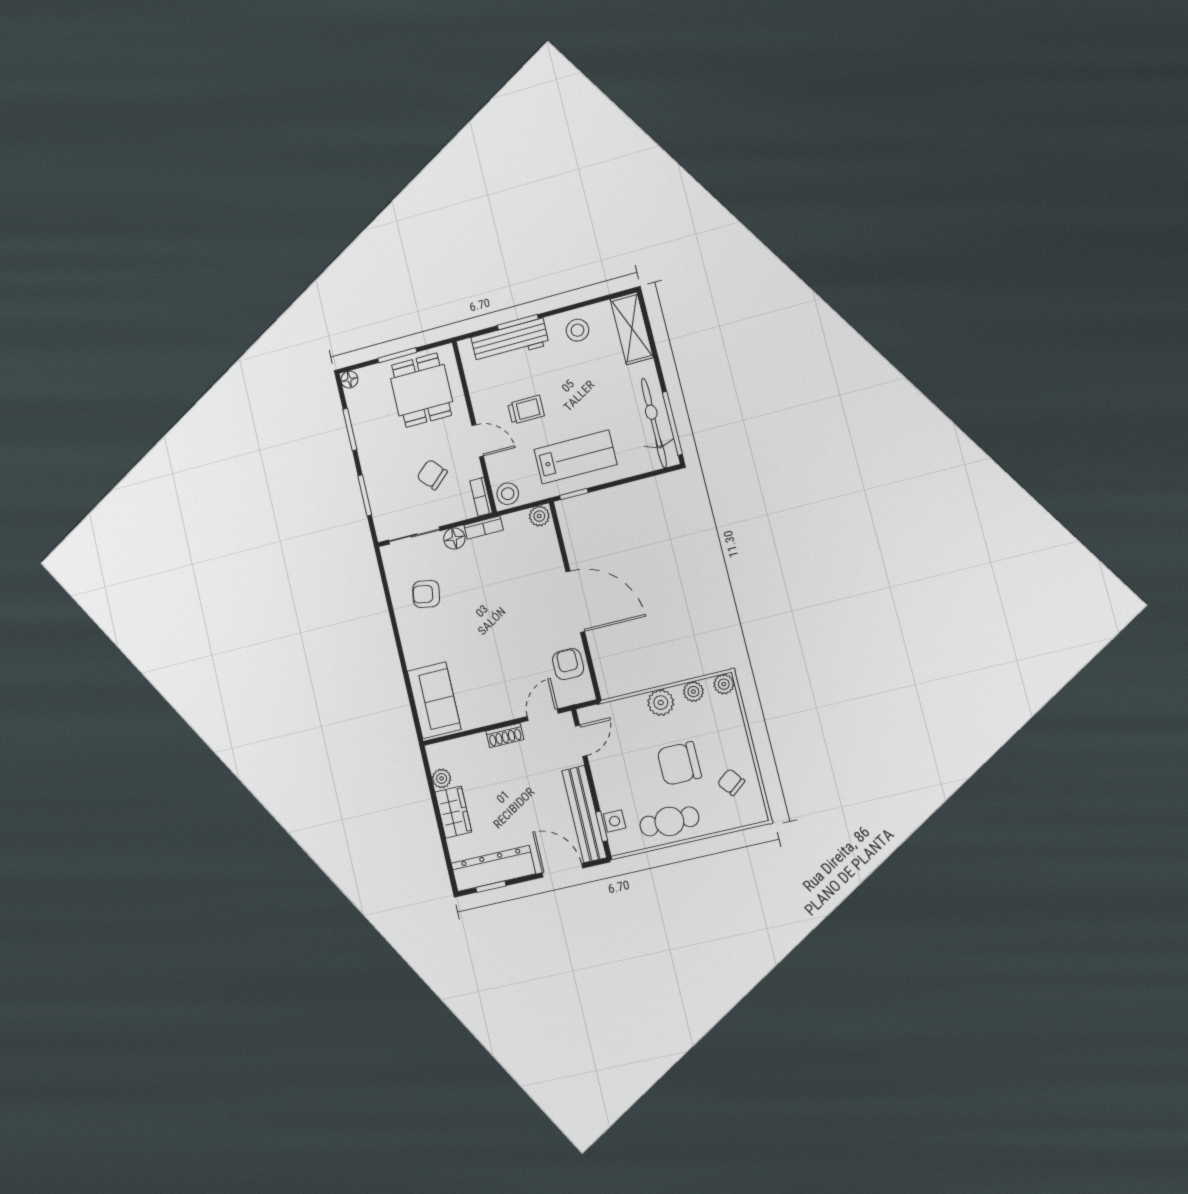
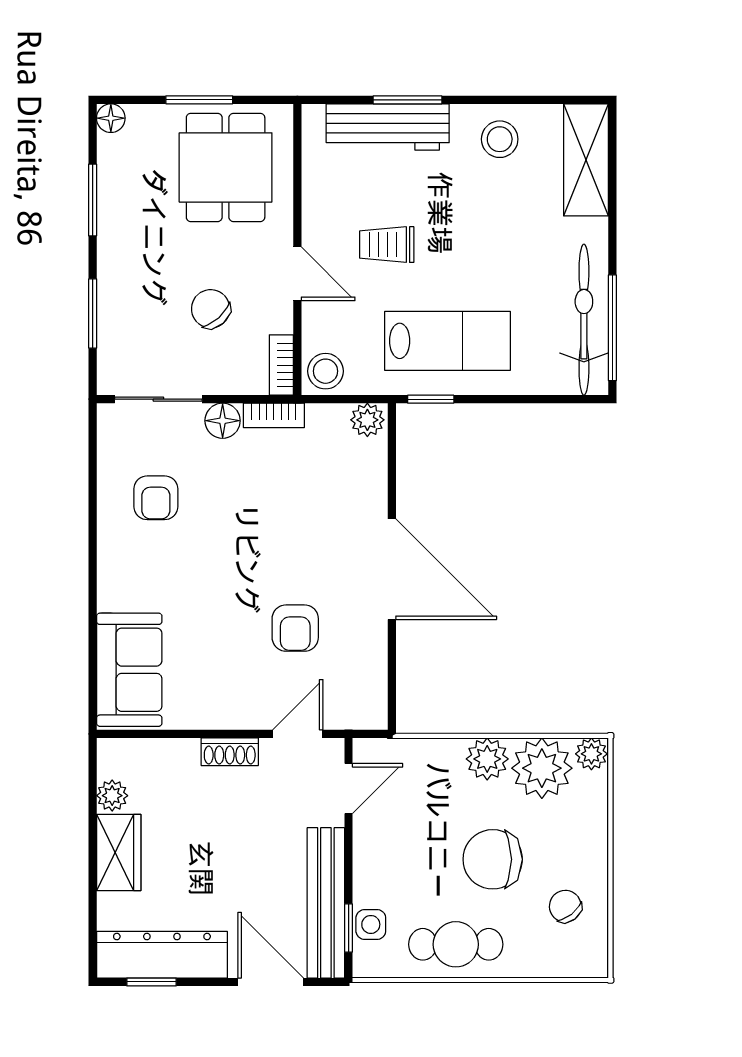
trolley: (526, 410) -> (387, 245), turned 180
armchair: (426, 594) -> (156, 498), turned -100
armchair: (568, 664) -> (295, 628), moved, turned 180
plant: (693, 692) -> (542, 768), width x1.87, depth x1.87

